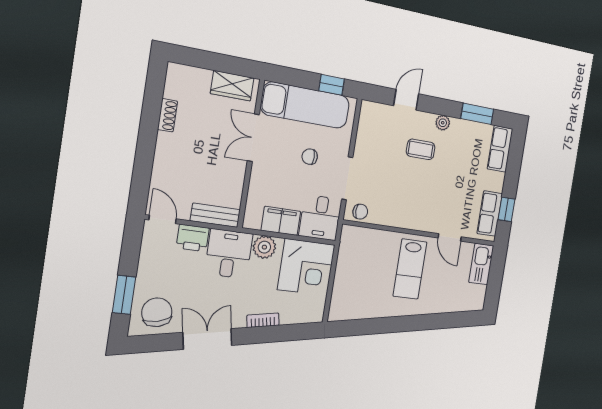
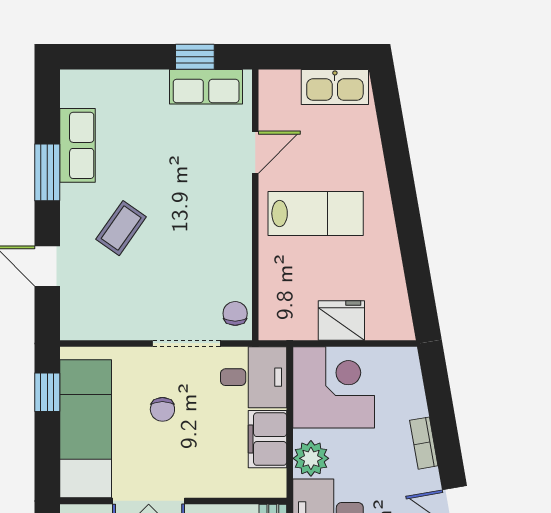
window: (477, 114) -> (47, 172), moved
plant: (443, 123) -> (72, 197), removed
coffee table: (421, 149) -> (121, 228), turned 35
row of seats: (500, 149) -> (78, 145), moved, turned -90
kitchen sink: (481, 264) -> (335, 87), moved
fridge: (346, 277) -> (341, 320), added

